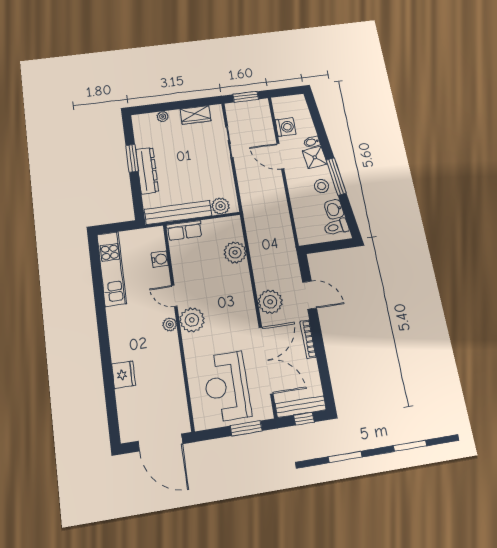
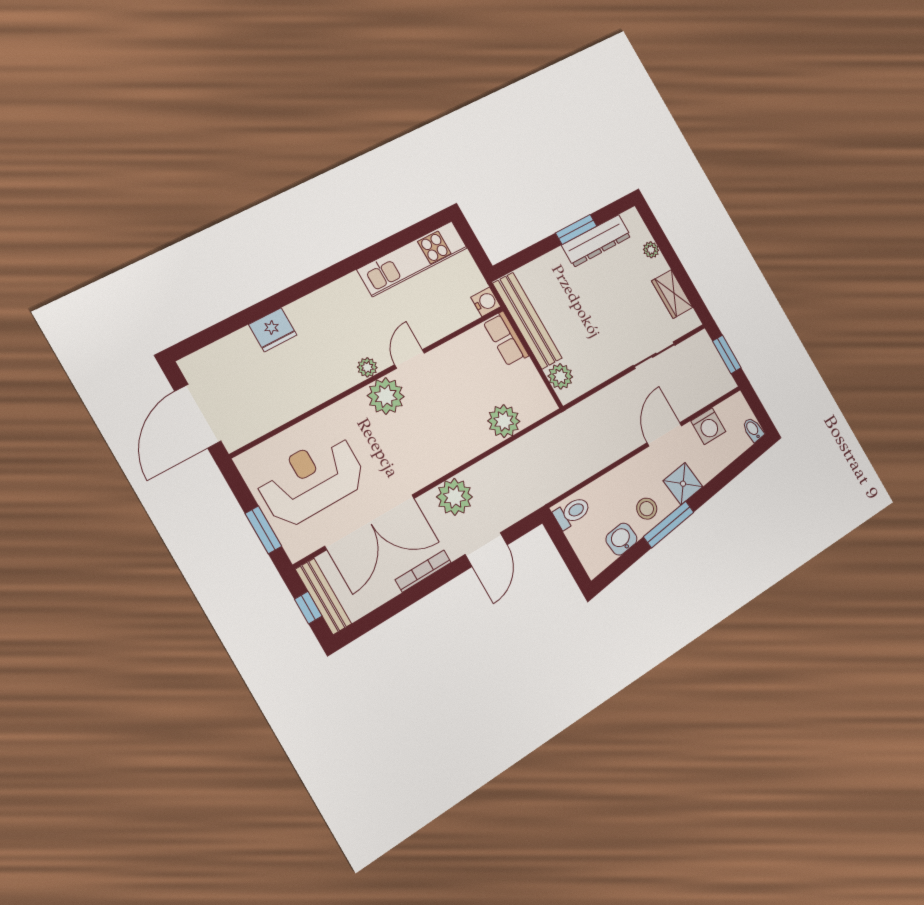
bidet: (312, 142) -> (753, 430), moved
dresser: (147, 171) -> (596, 241), moved
toilet: (336, 227) -> (572, 512), moved, turned 97
water cooler: (160, 259) -> (486, 302), moved, turned -90

